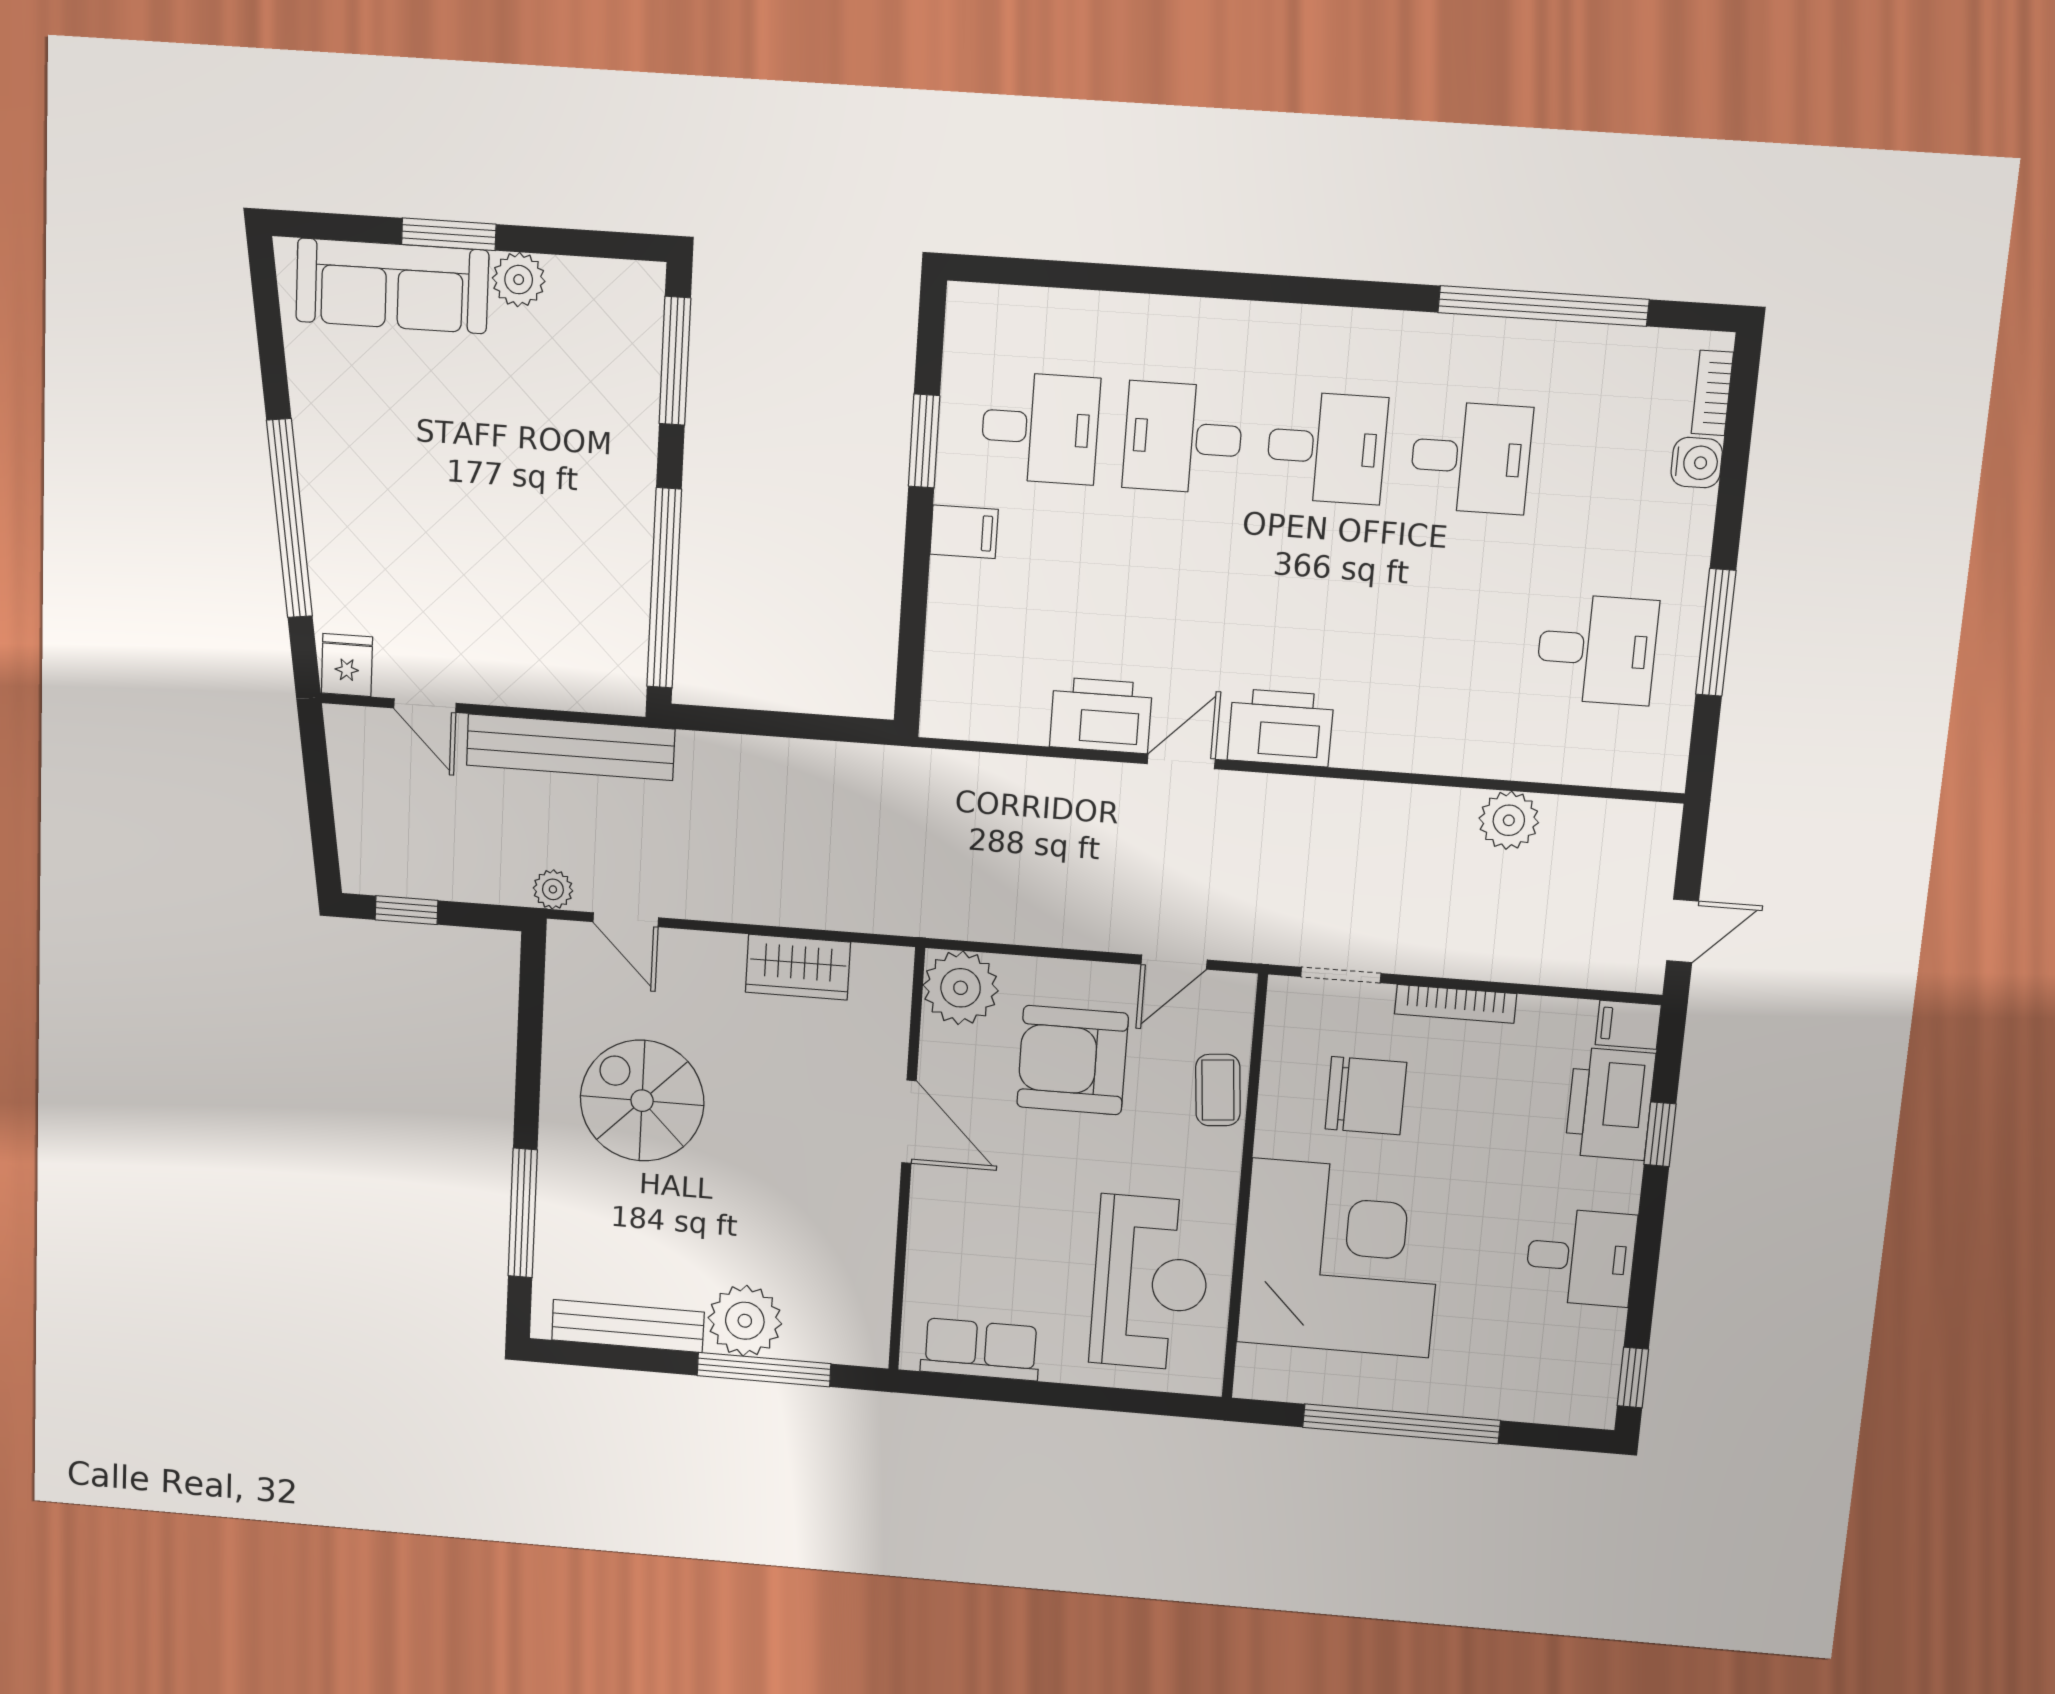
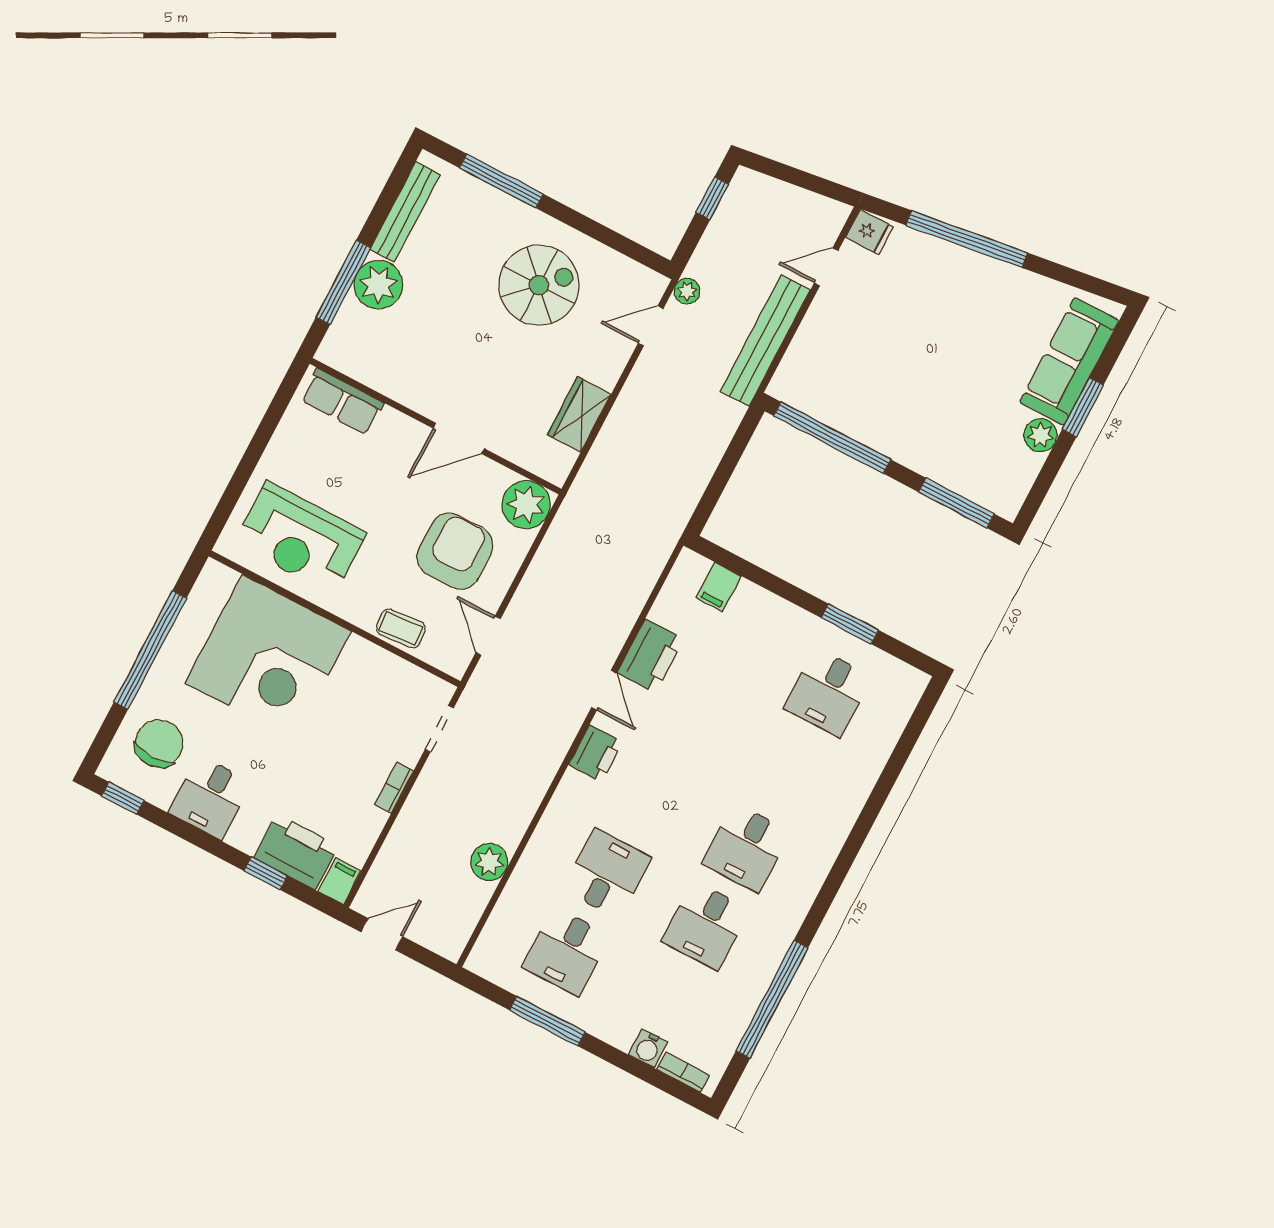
desk: (1183, 438) -> (607, 874), moved
filing cabinet: (964, 532) -> (719, 587), moved
printer: (1281, 728) -> (596, 753), width x0.73, depth x0.84
door: (1683, 931) -> (382, 934), swing flipped
bookcase: (1456, 1004) -> (394, 788), width x0.64
chair: (1366, 1096) -> (159, 744), moved, turned 180
row of seats: (980, 1349) -> (342, 402), moved, turned 90

